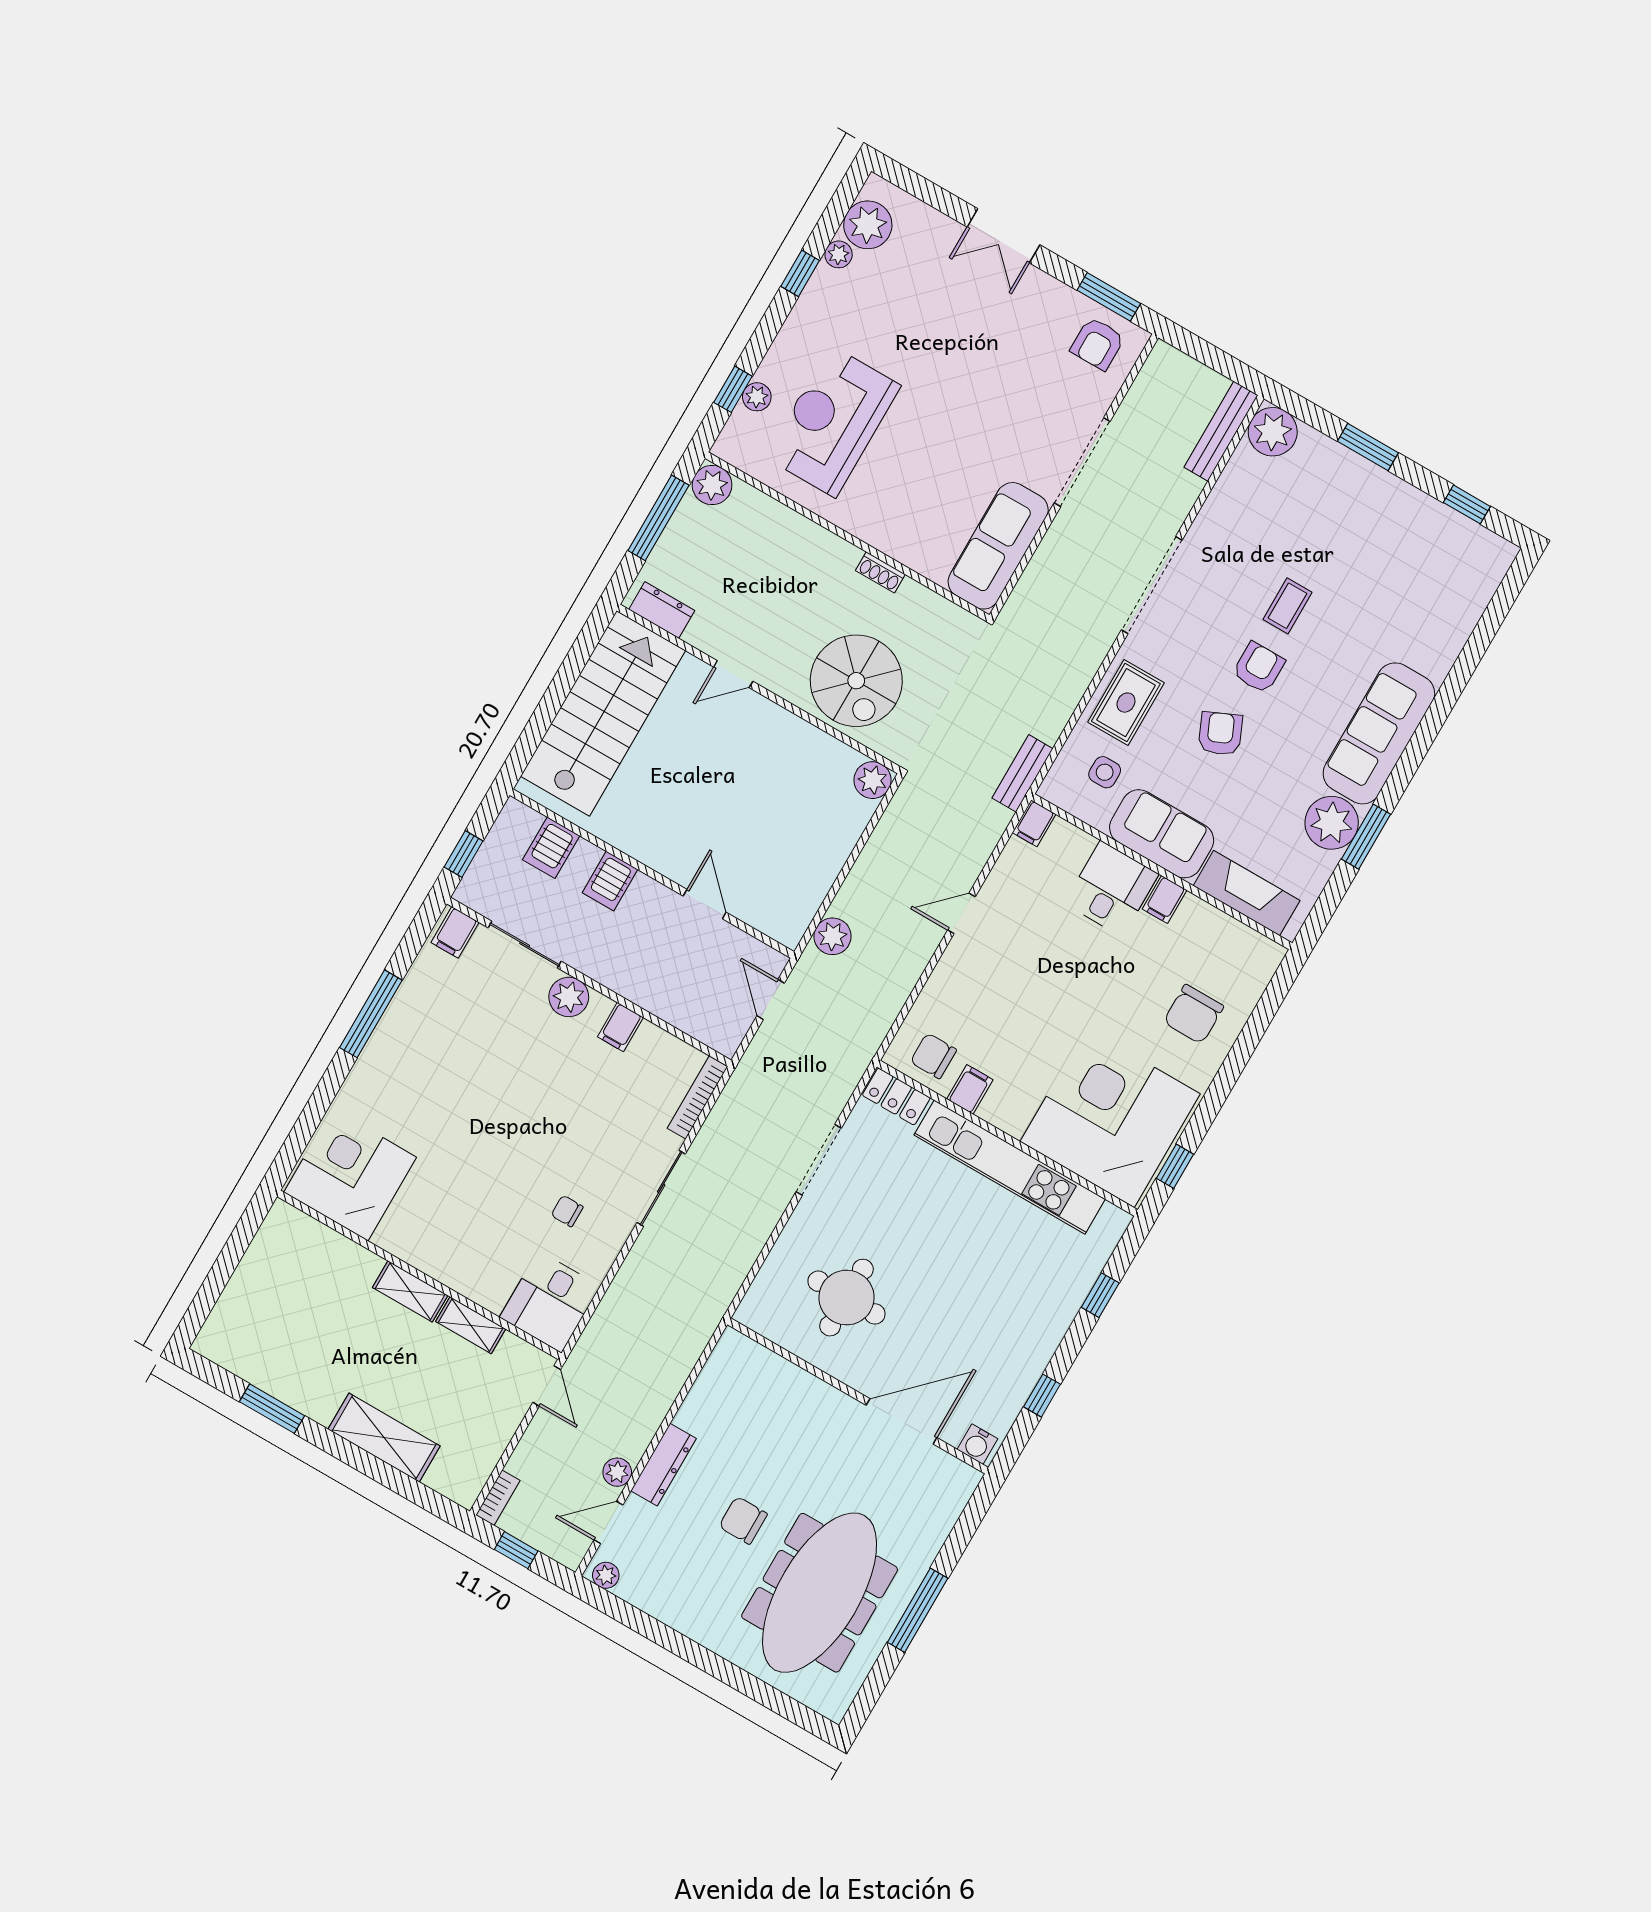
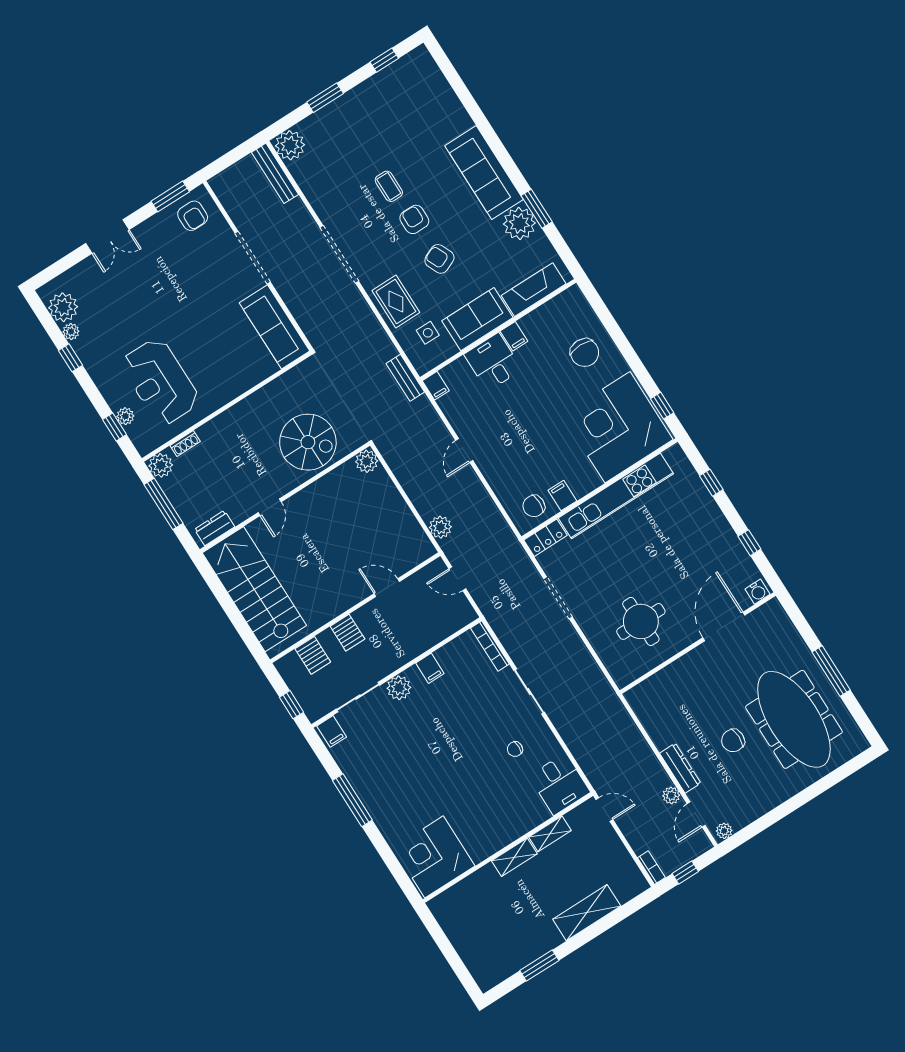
shoe rack: (880, 572) -> (185, 444), moved

